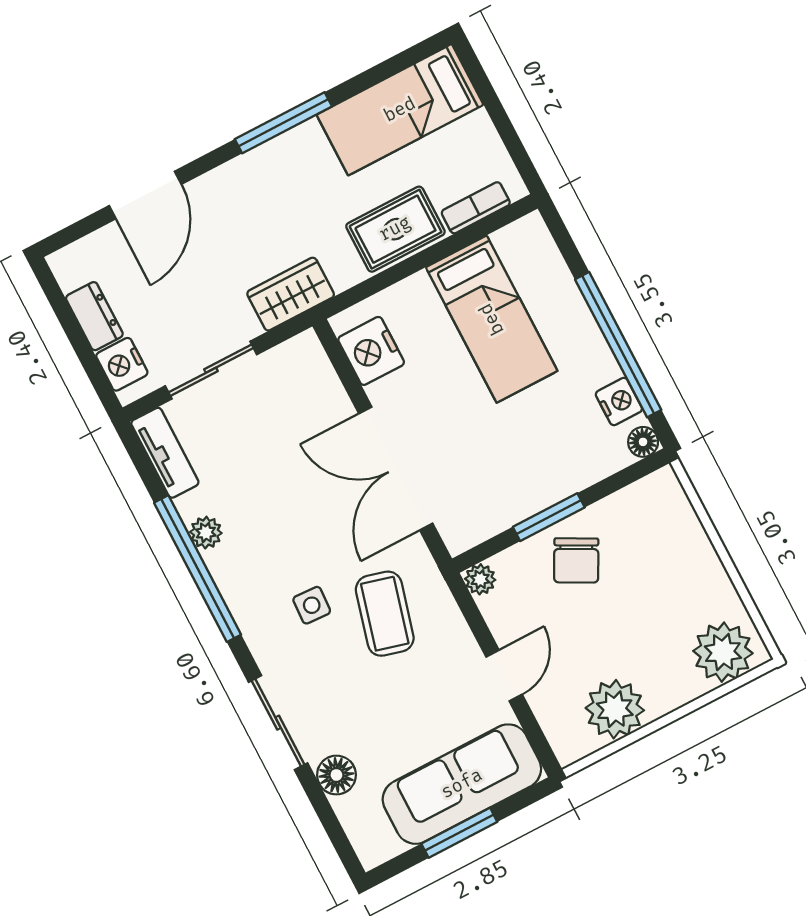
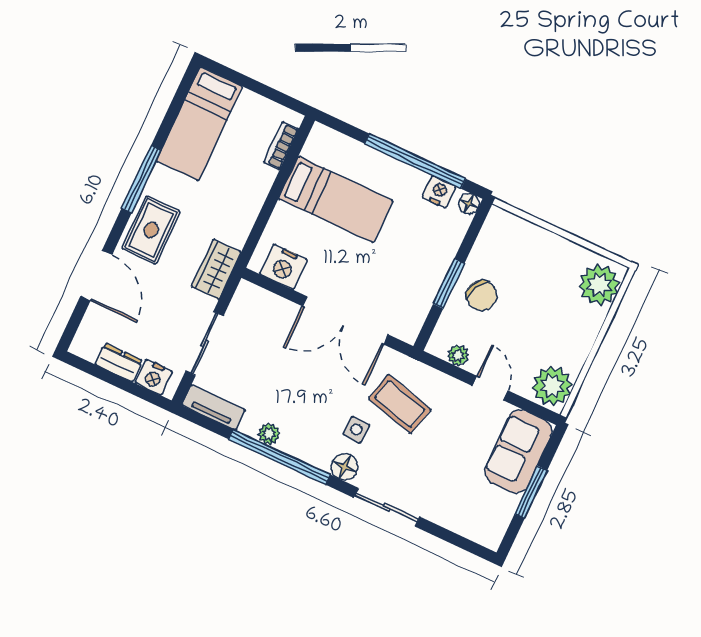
rug: (395, 229) -> (151, 230), moved
plant: (480, 579) -> (458, 355), moved
plant: (615, 709) -> (552, 386), moved
floor lamp: (336, 775) -> (345, 467), moved
sofa: (462, 784) -> (518, 452), width x0.73

